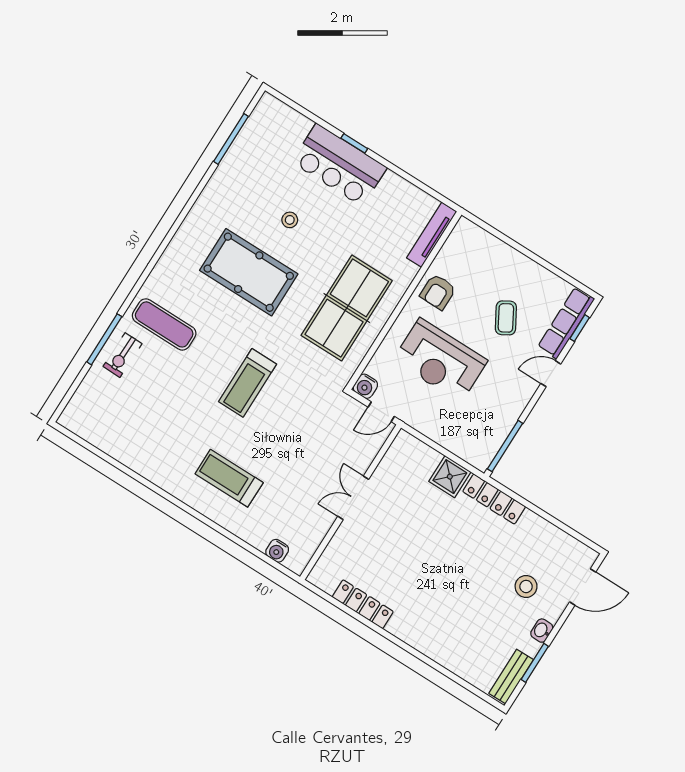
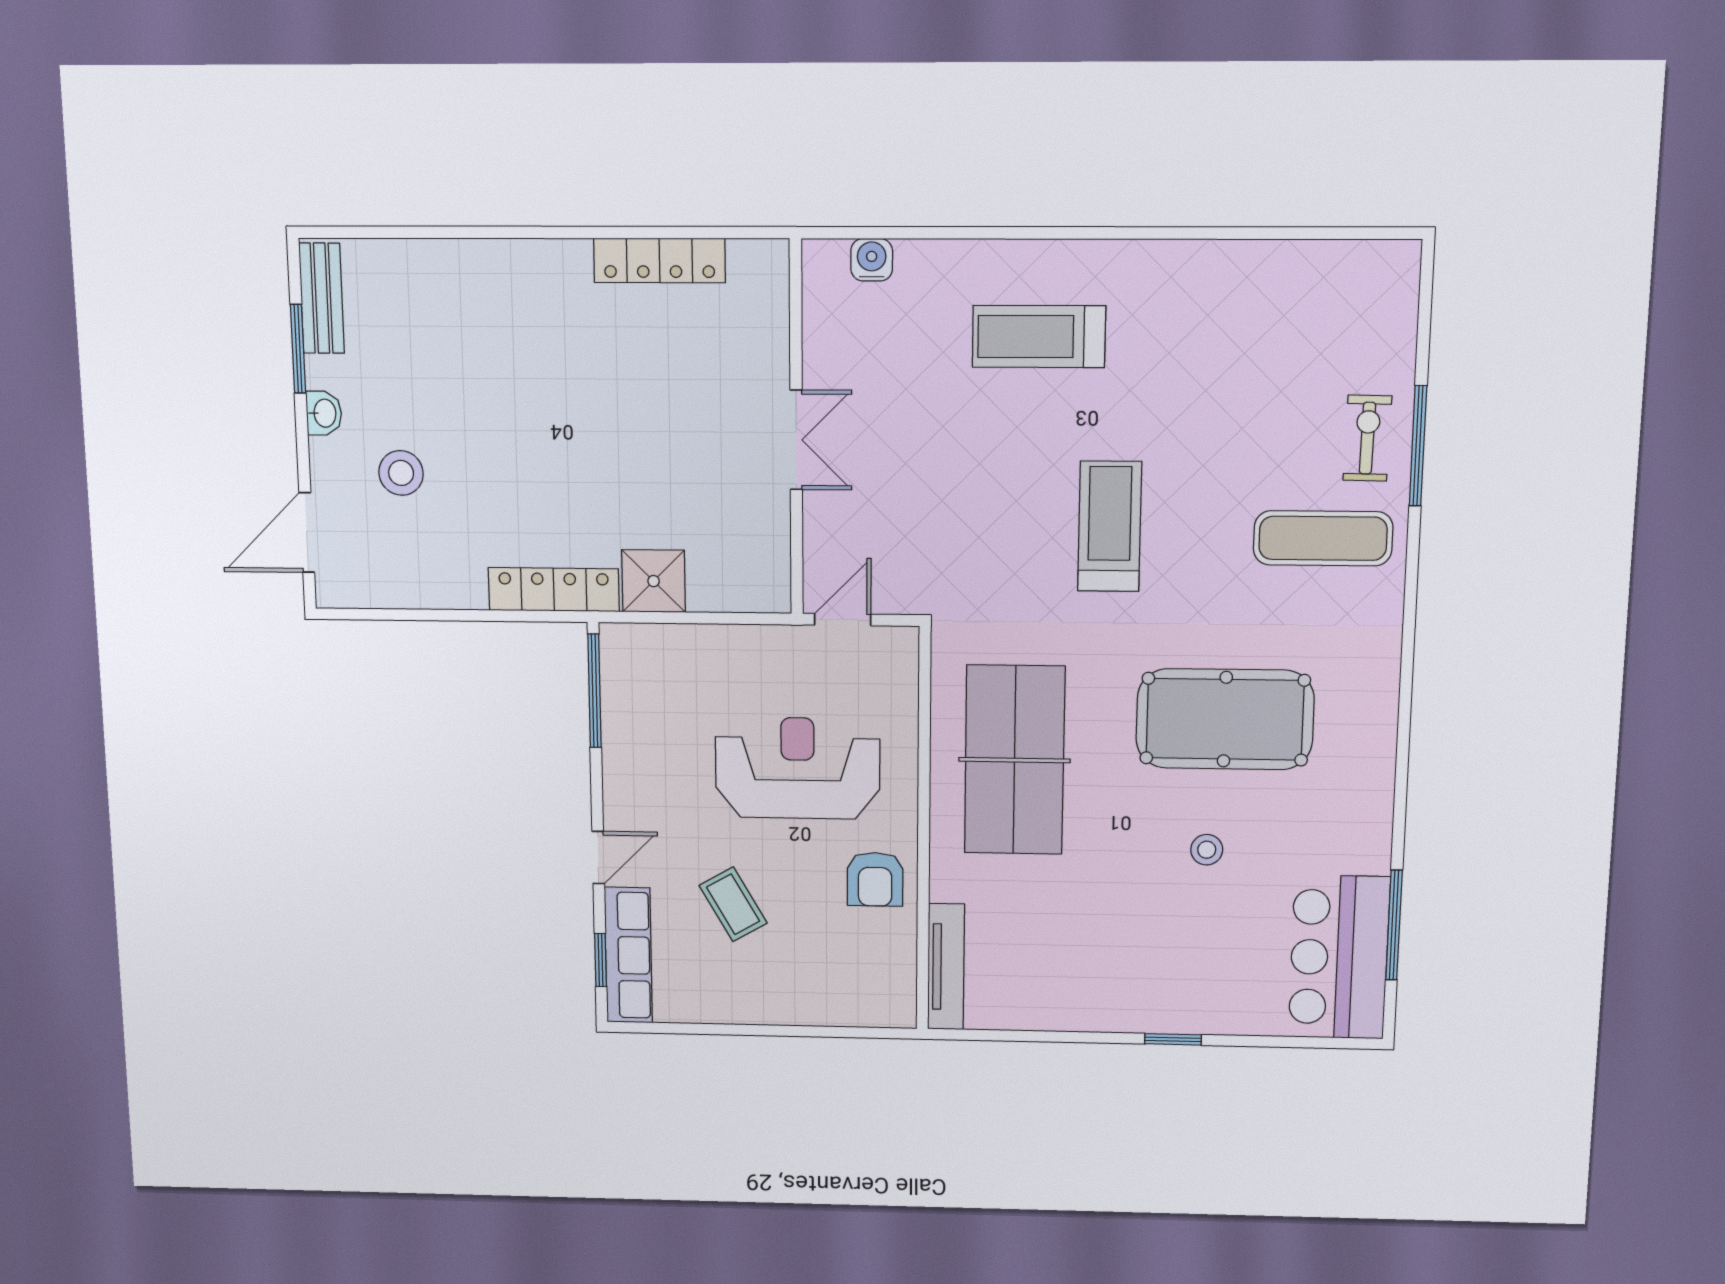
bar counter: (339, 165) -> (1339, 957), moved, turned -90
armchair: (438, 292) -> (875, 879), turned 180
water cooler: (365, 386) -> (898, 647), removed
treadmill: (229, 478) -> (1039, 337), turned 180

